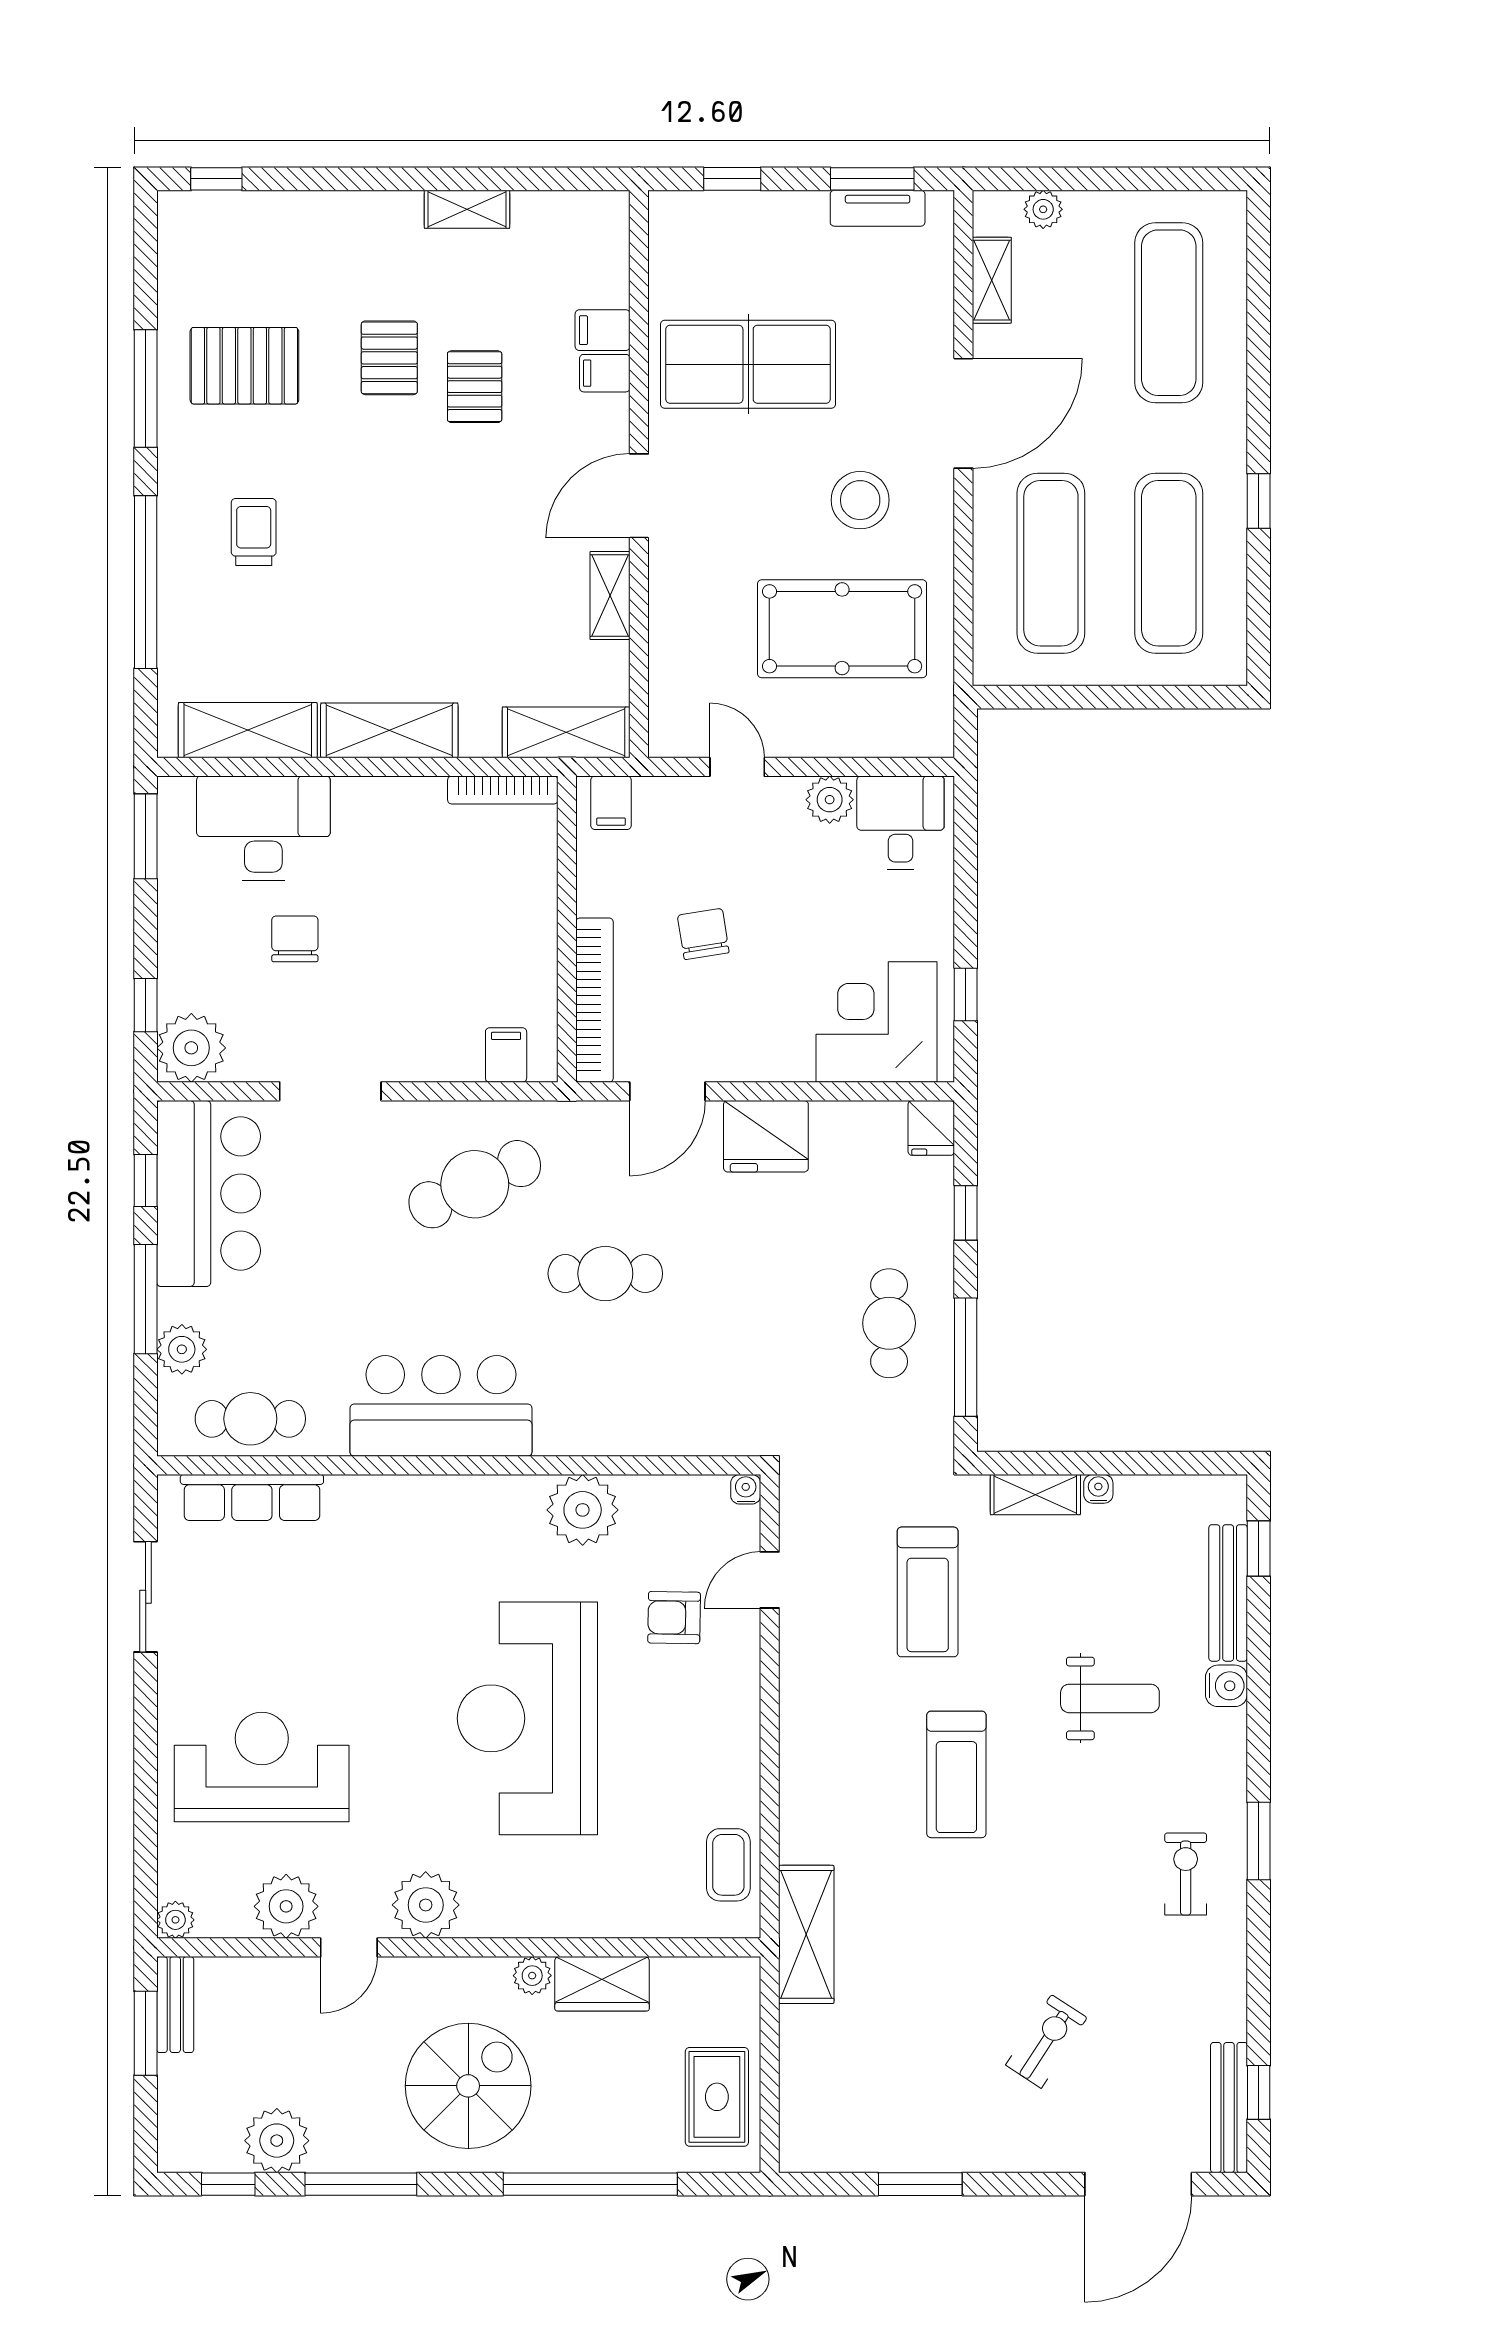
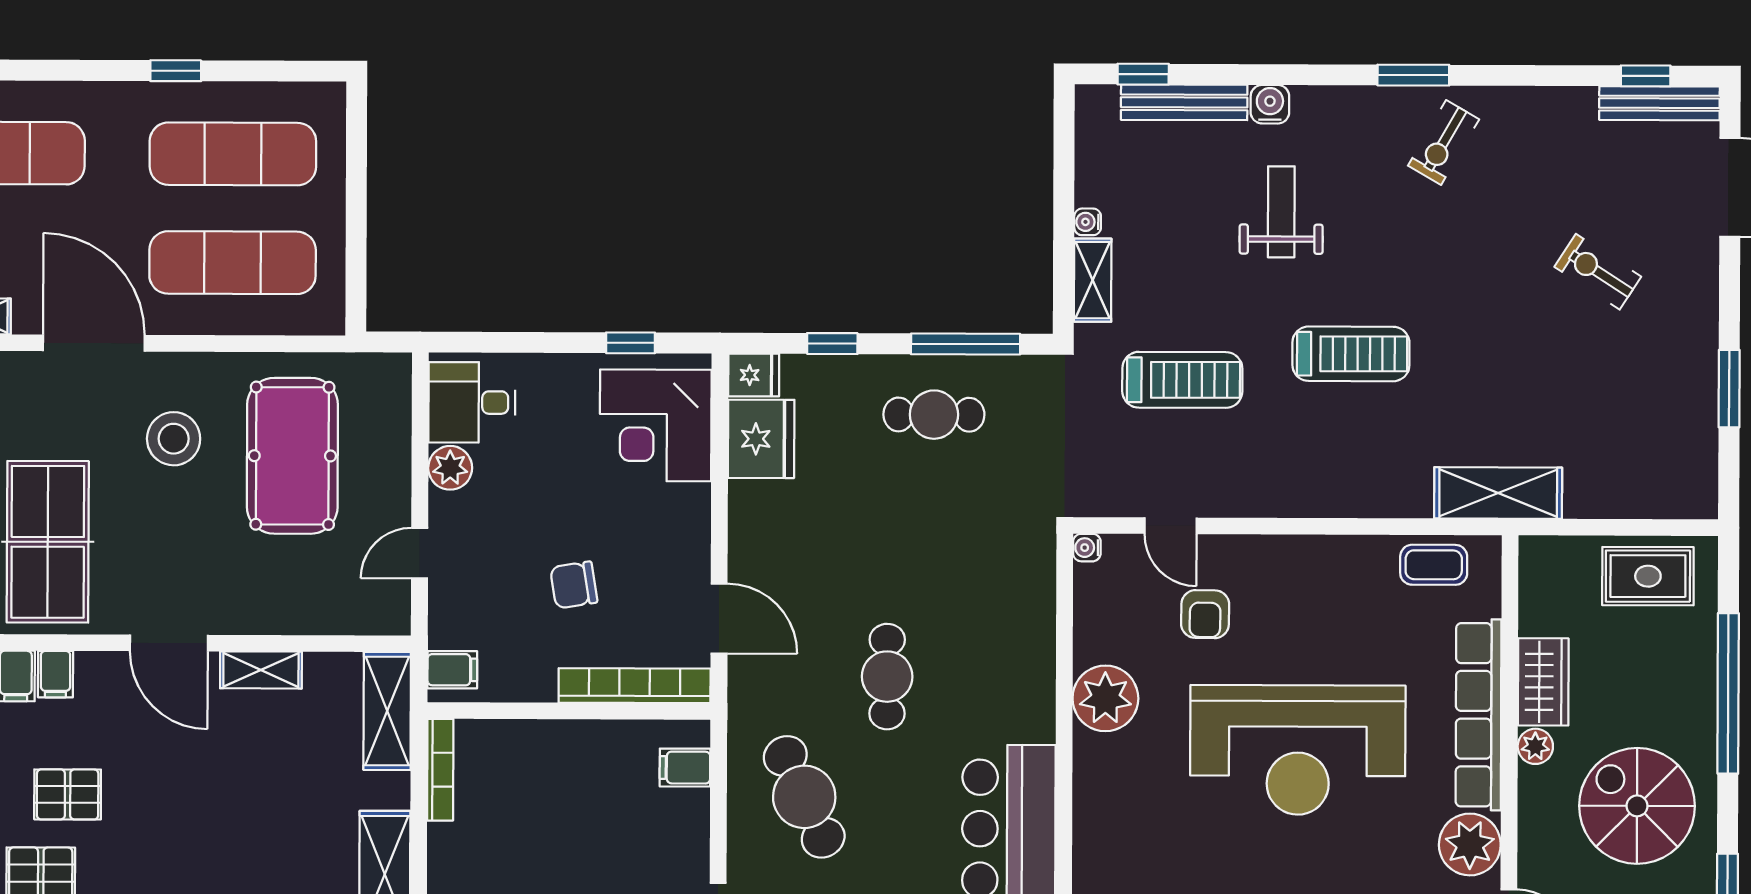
fridge: (766, 1136) -> (761, 439), moved
exercise bike: (1186, 1874) -> (1444, 142), turned -60
row of seats: (566, 1914) -> (1479, 715), added

